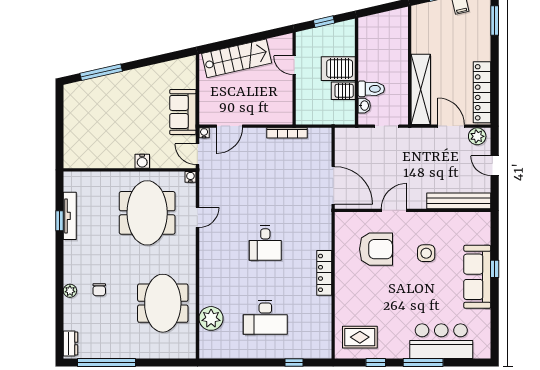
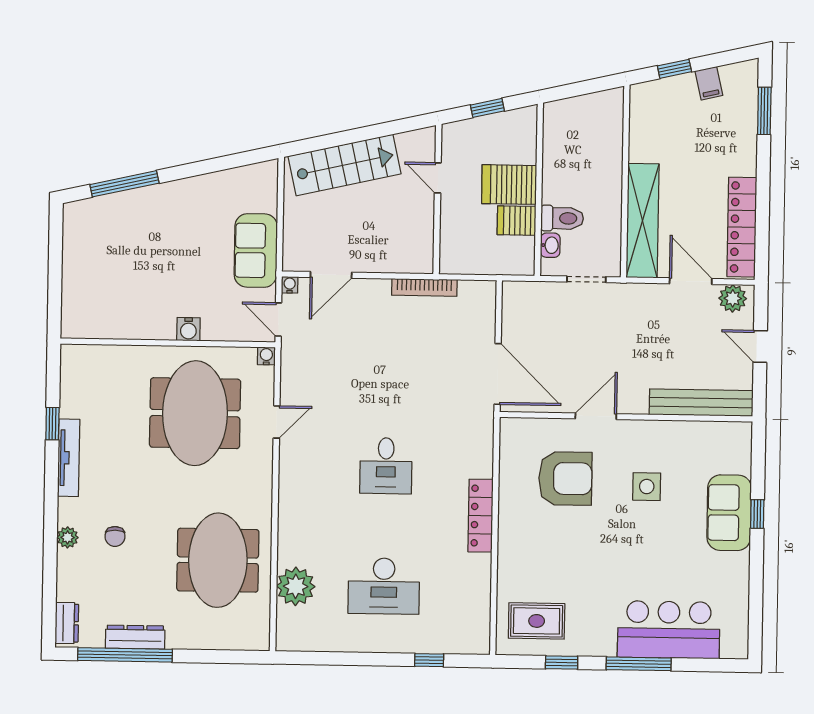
tv unit: (70, 216) -> (69, 458), moved
sofa: (477, 277) -> (729, 513), width x0.73
dresser: (113, 351) -> (135, 637), added

